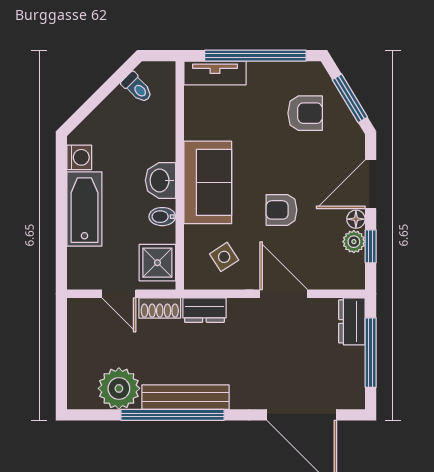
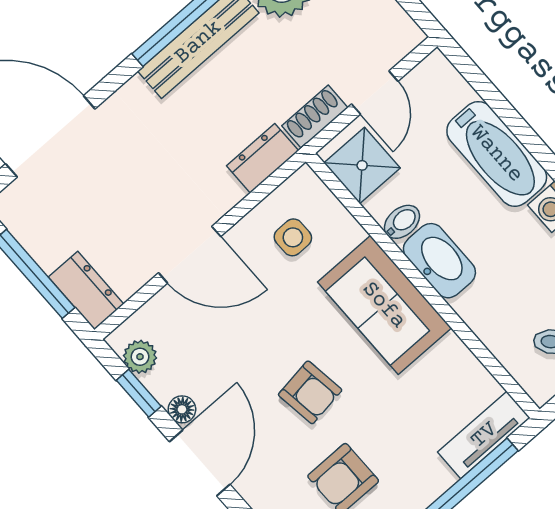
washbasin: (160, 180) -> (439, 261), width x1.38
armchair: (281, 210) -> (310, 392), moved, turned 82
plant: (354, 242) -> (140, 357), moved
side table: (224, 257) -> (293, 237), turned 33
door: (119, 294) -> (375, 93), swing flipped

